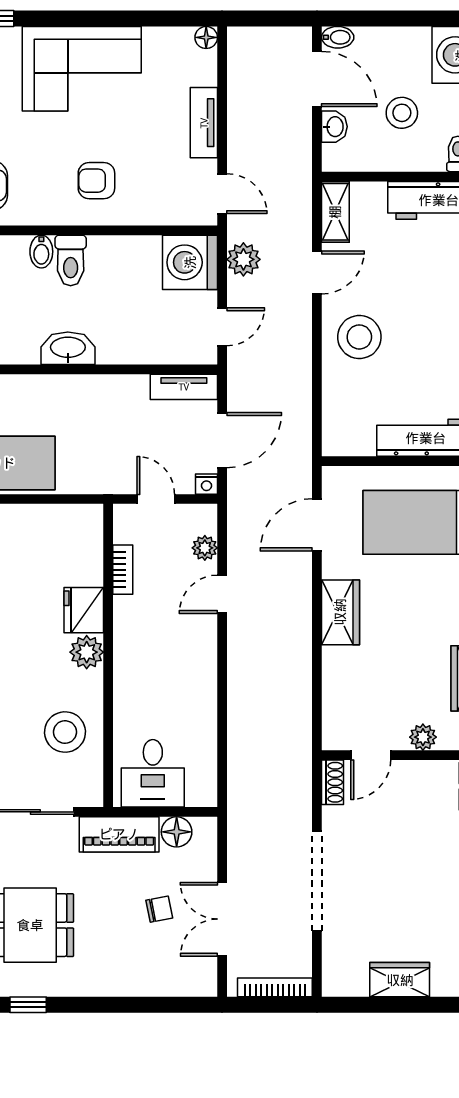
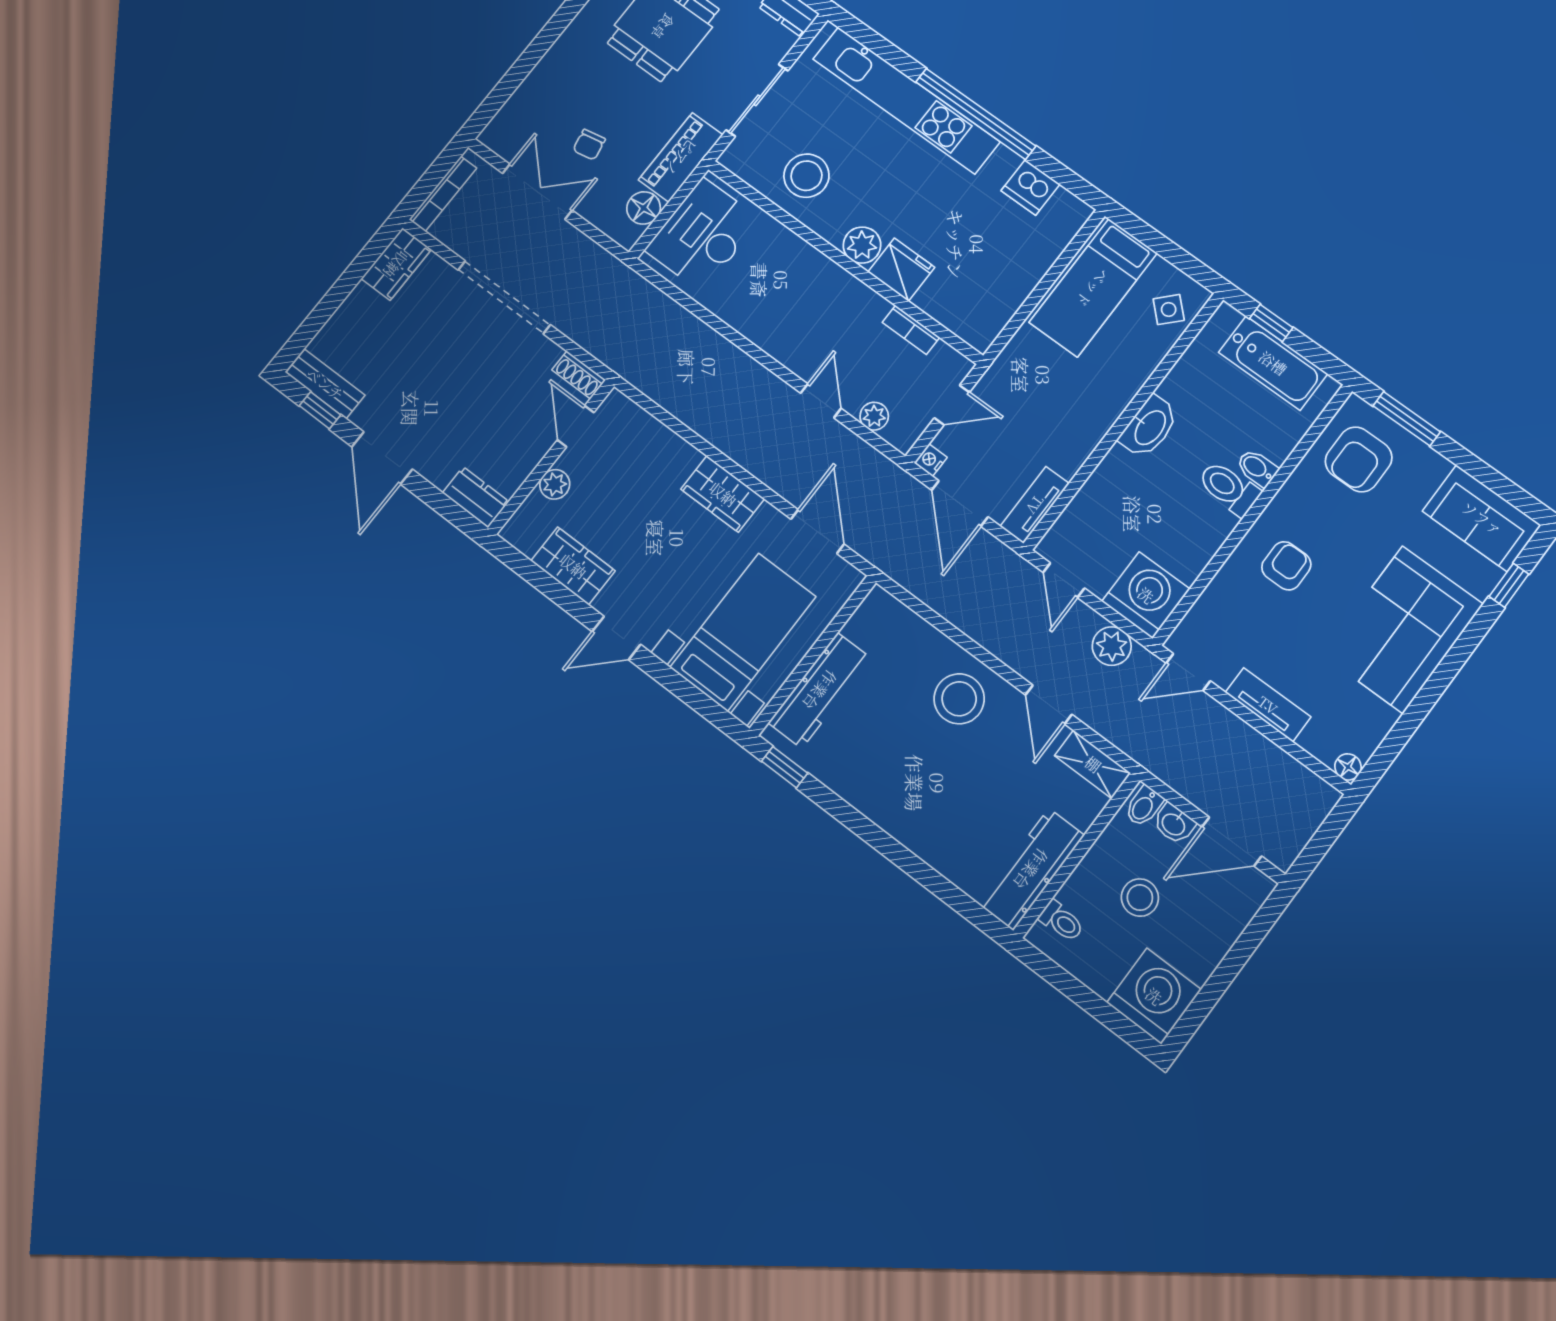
bidet: (338, 37) -> (1144, 806), moved
desk: (153, 773) -> (703, 235), width x1.37
wardrobe: (400, 980) -> (396, 264), moved

